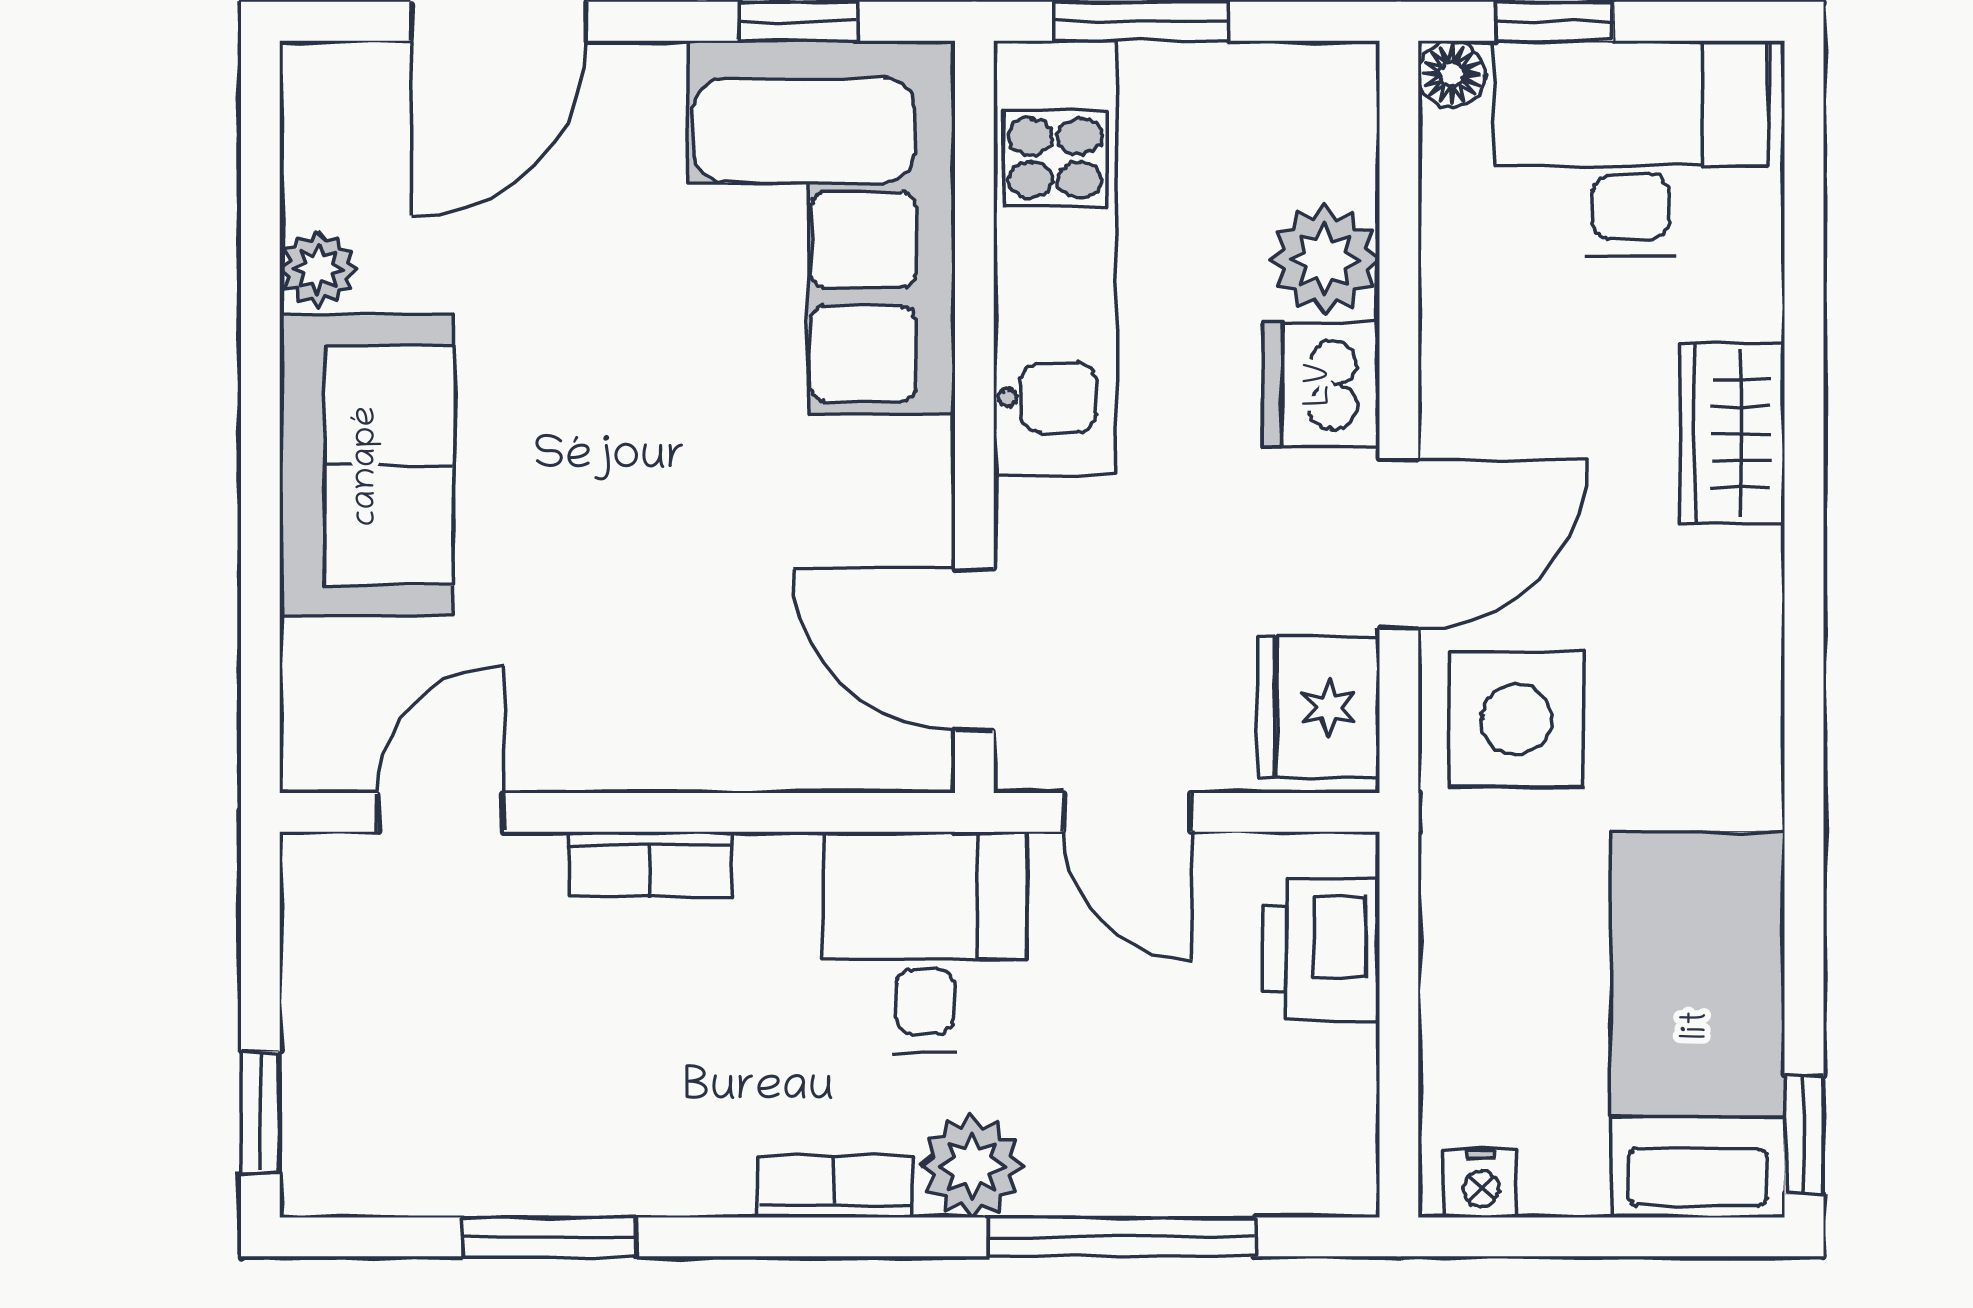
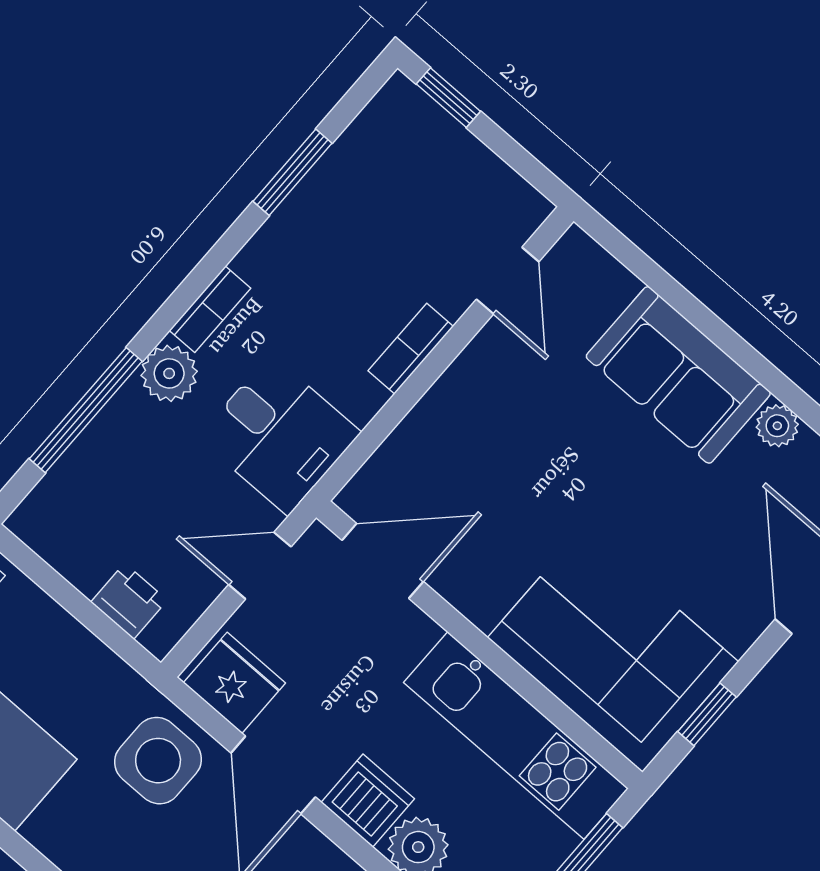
printer: (1321, 949) -> (129, 601), width x0.73, depth x0.81

